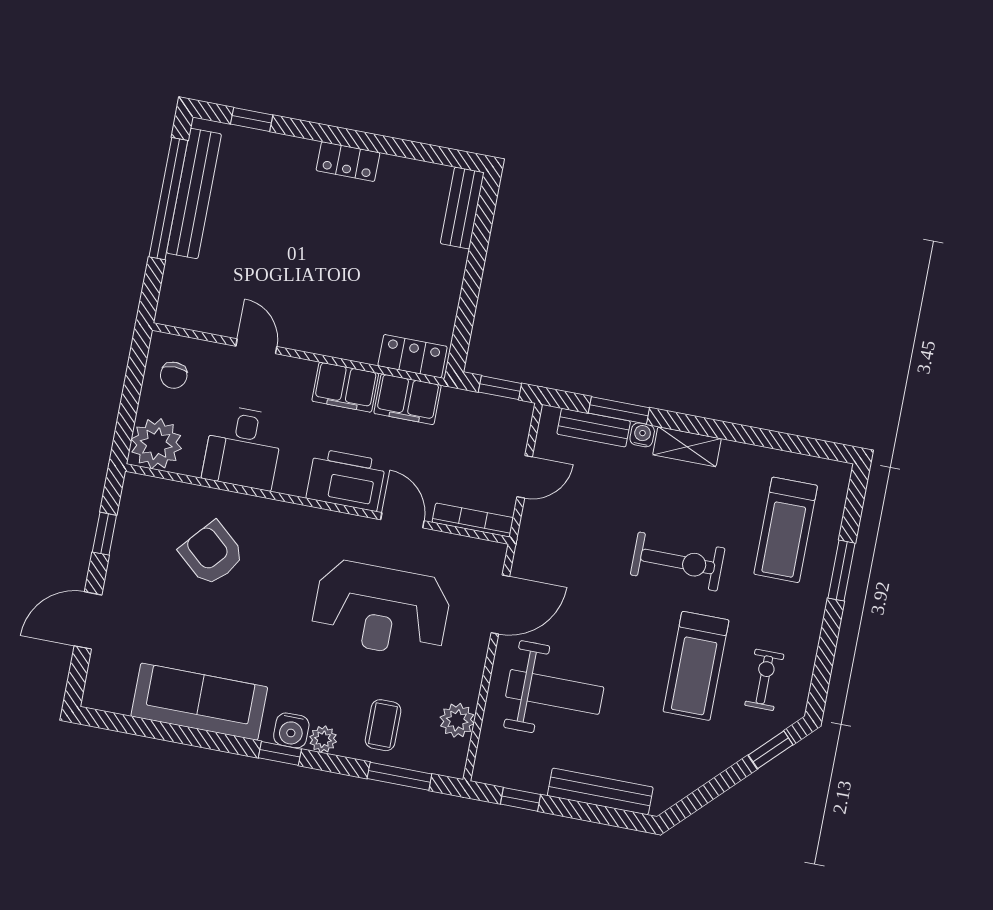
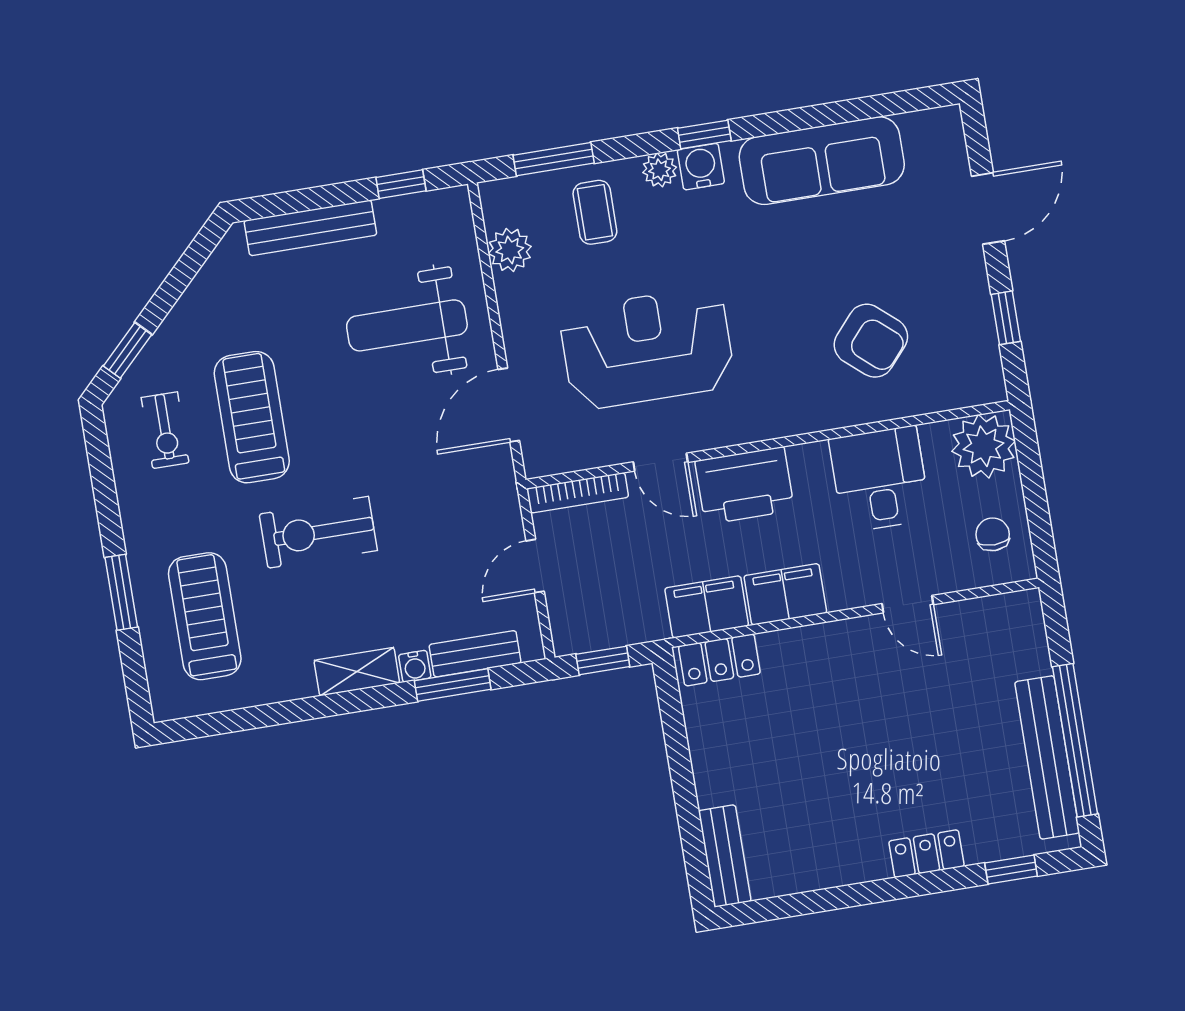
locker: (348, 162) -> (926, 854), moved

